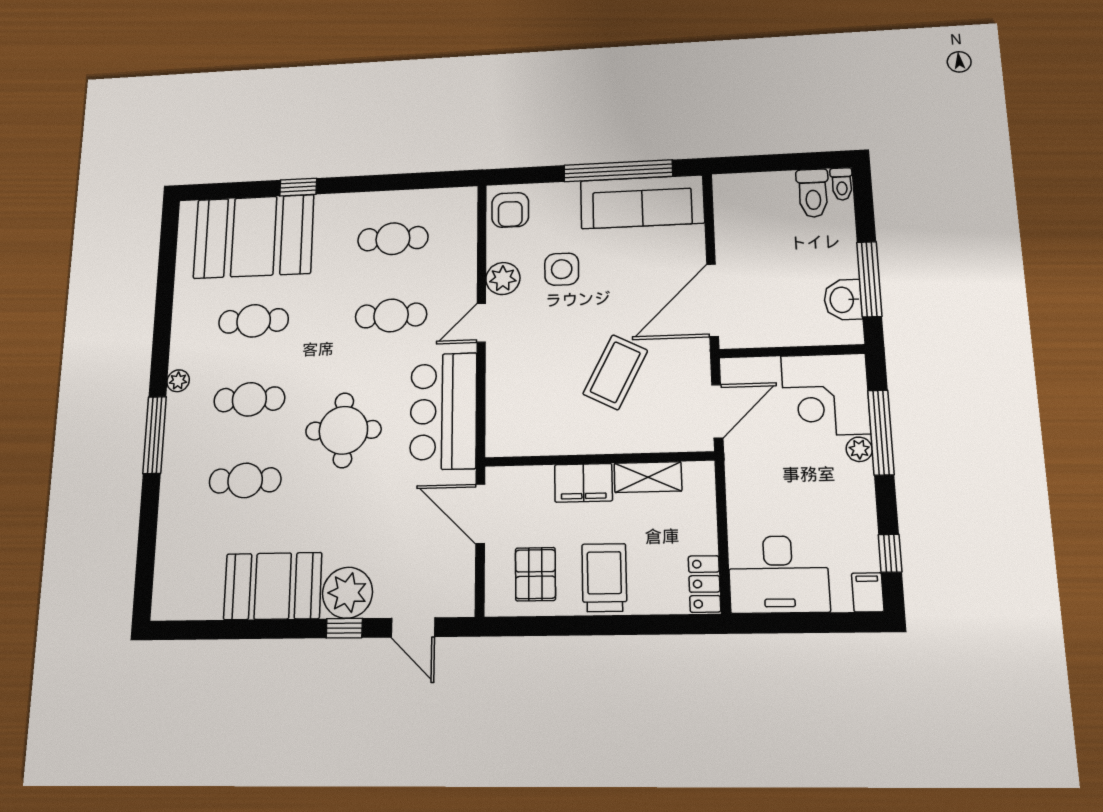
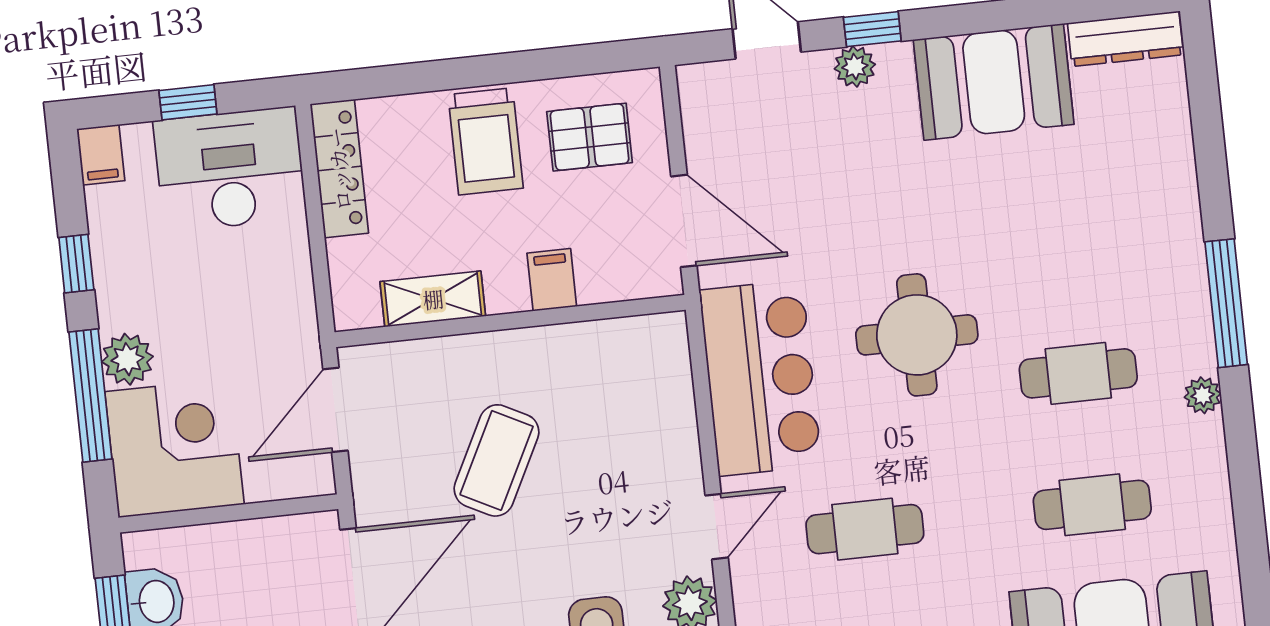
plant: (859, 449) -> (127, 359), width x1.38, depth x1.38
cafe table: (245, 480) -> (1064, 242), removed
filing cabinet: (583, 483) -> (552, 280), width x0.50
window: (890, 553) -> (76, 264), moved
pallet: (535, 574) -> (590, 137), turned 90
locker: (704, 584) -> (339, 169), width x1.53
plant: (348, 593) -> (855, 67), width x0.53, depth x0.53
dresser: (187, 606) -> (1125, 39), added
window: (805, 623) -> (188, 102), added

